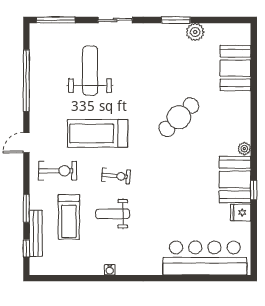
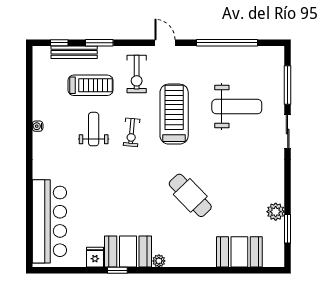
window: (56, 20) -> (288, 85), moved
window: (176, 20) -> (288, 229), moved
treadmill: (69, 217) -> (91, 85), turned 180

